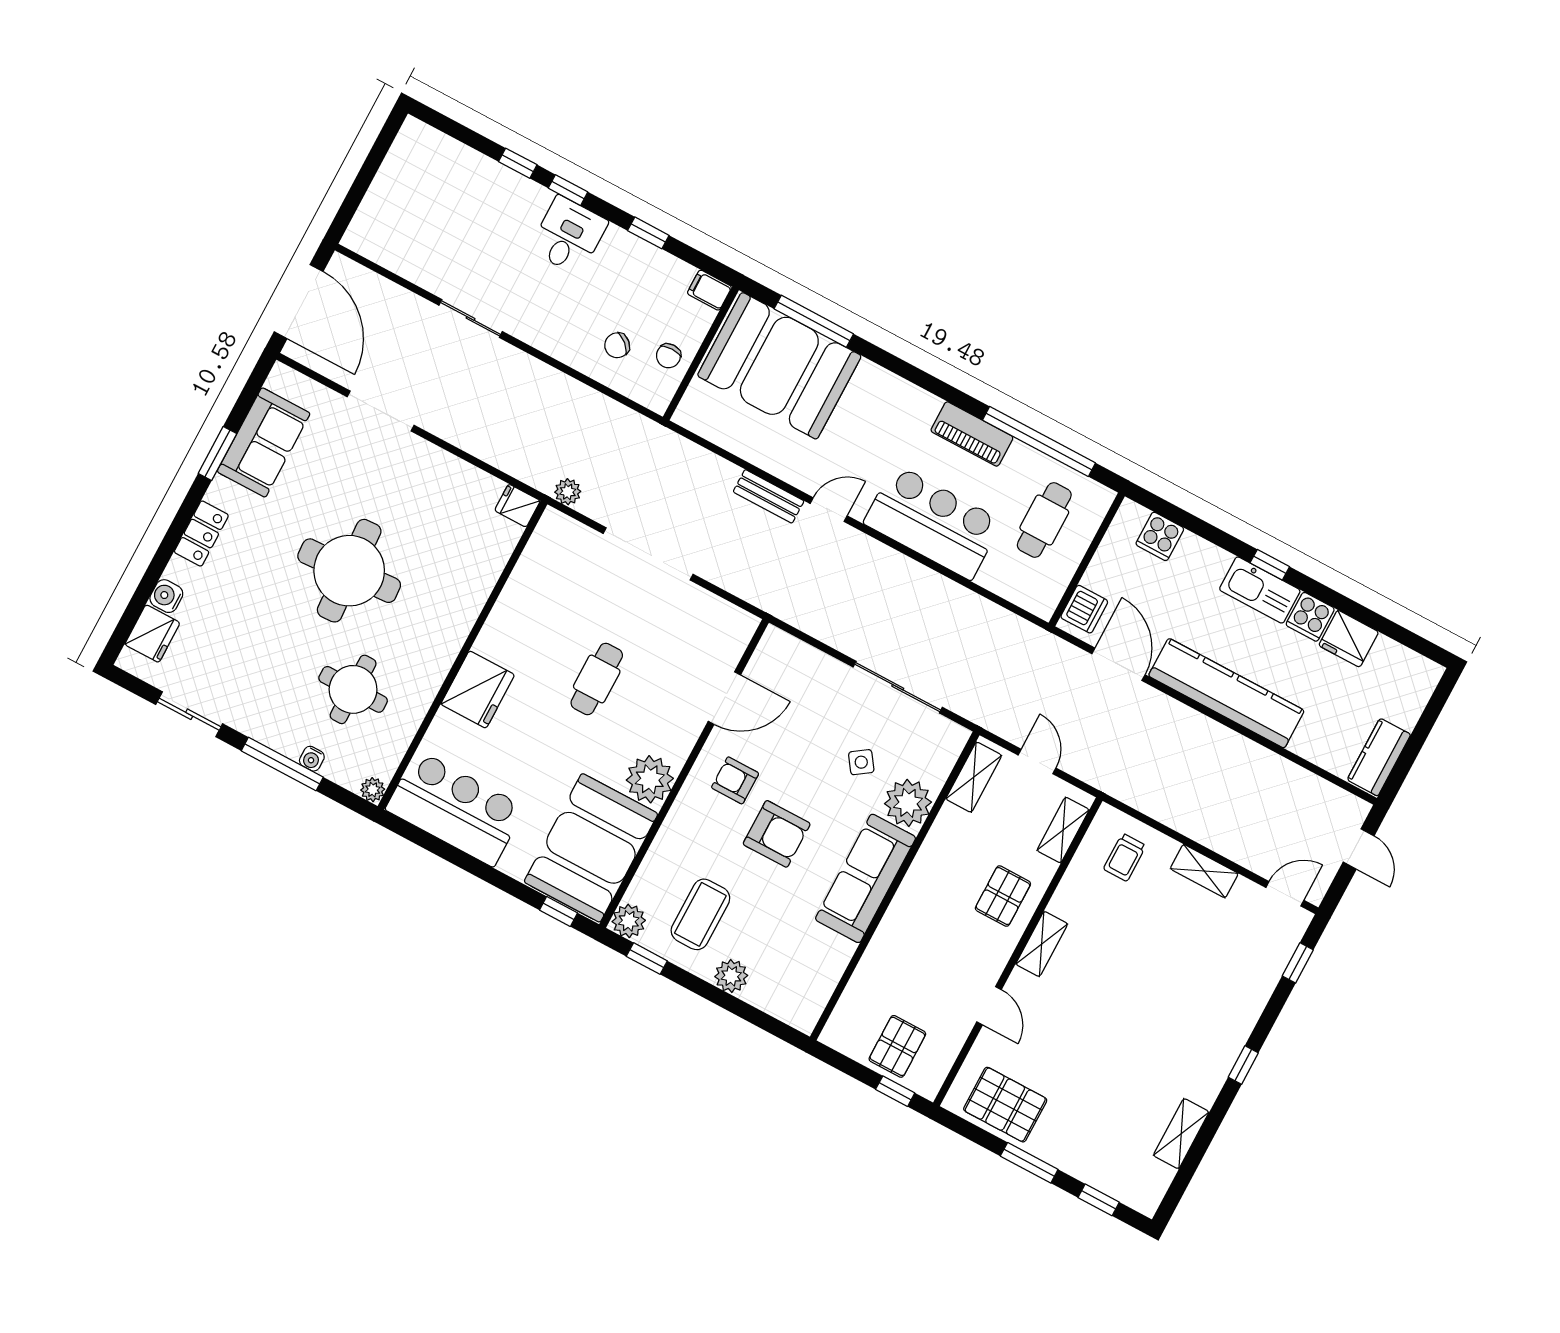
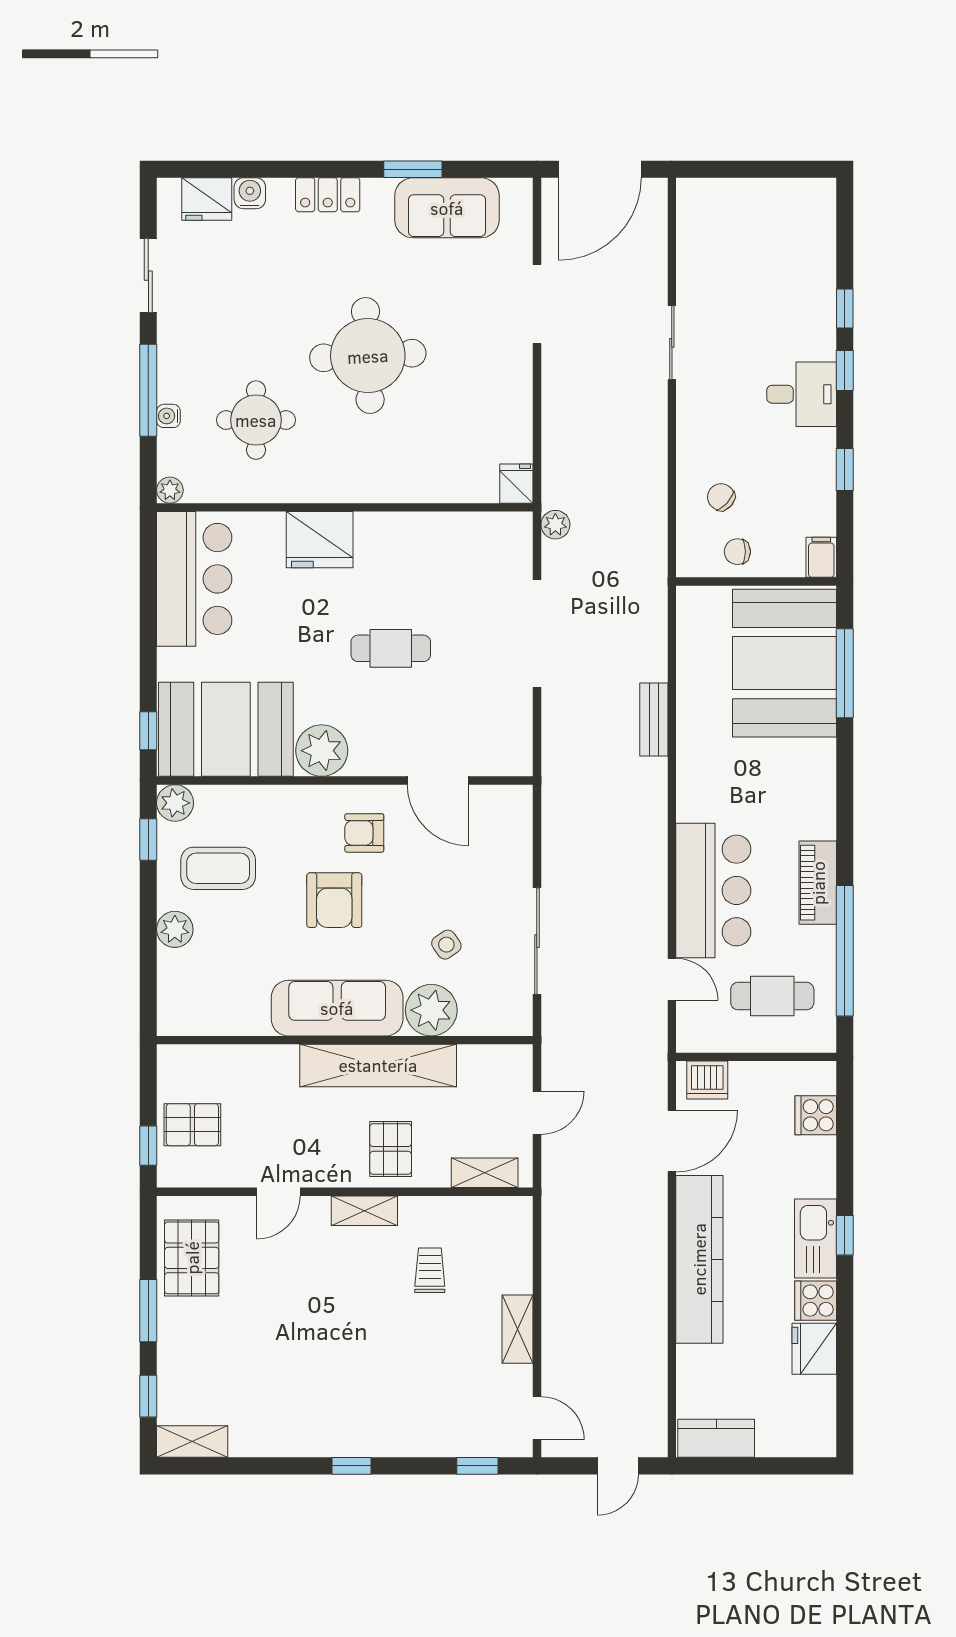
door: (829, 510) -> (672, 979), moved
shelving: (974, 777) -> (378, 1065), moved, width x2.20, depth x1.33
armchair: (735, 780) -> (364, 833), turned -90
trolley: (1125, 857) -> (430, 1270), moved, turned 90
pallet: (1003, 896) -> (391, 1149), turned 90
shelving: (1181, 1134) -> (192, 1441), moved

